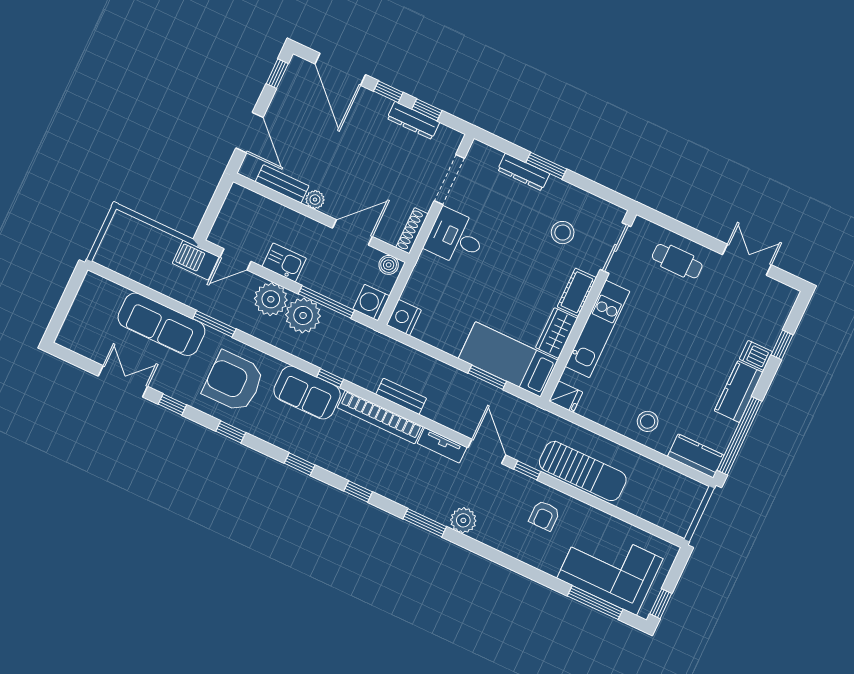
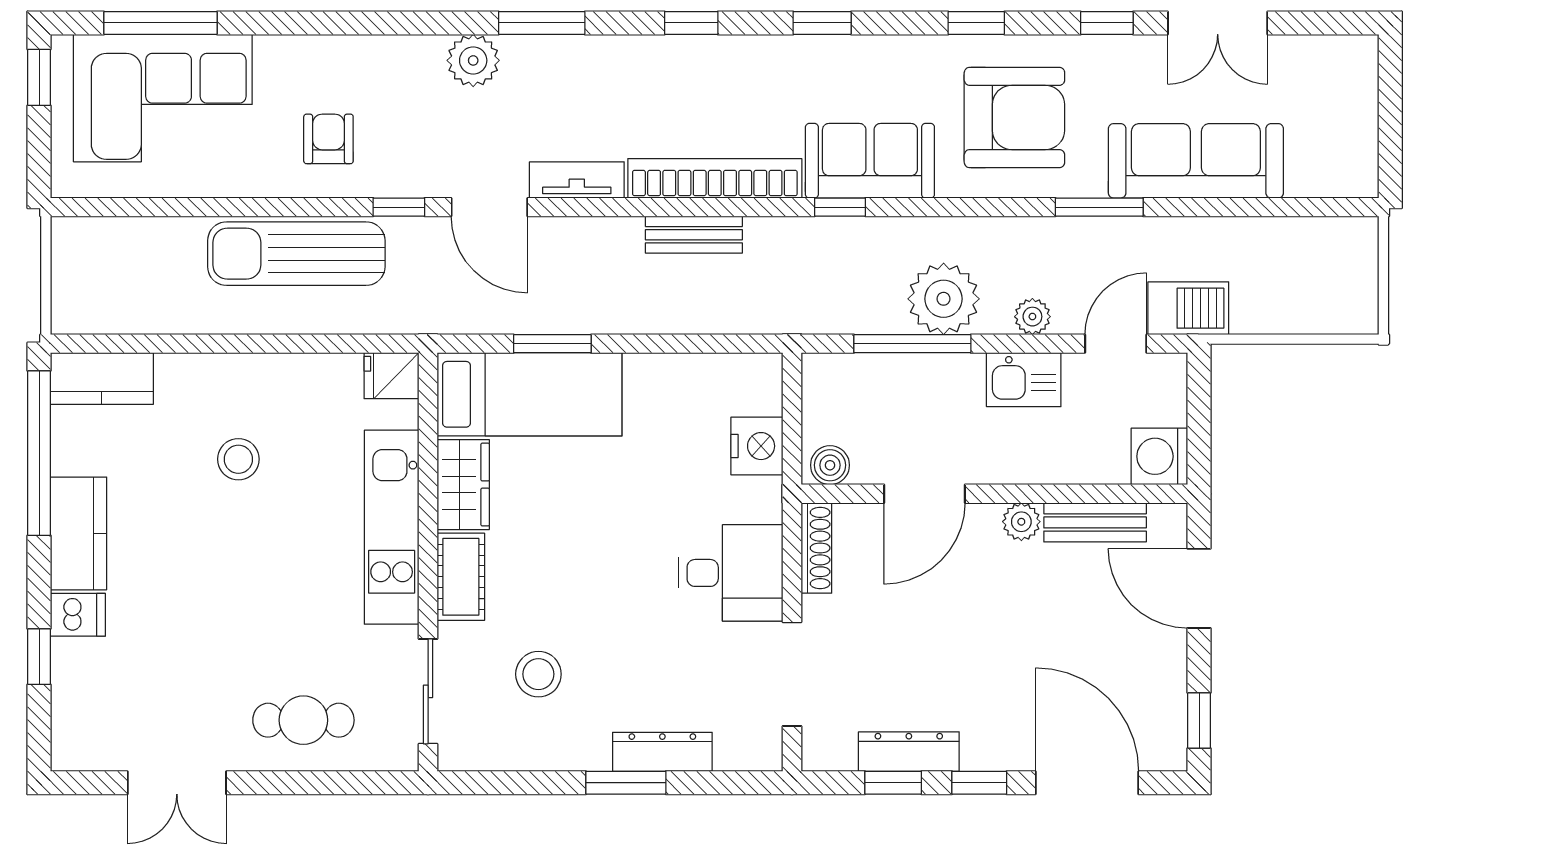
plant: (271, 299) -> (1032, 317), width x0.53, depth x0.53
washing machine: (371, 303) -> (1159, 456), moved, turned 180
nightstand: (404, 317) -> (757, 446), moved
stool: (648, 421) -> (238, 459), moved

